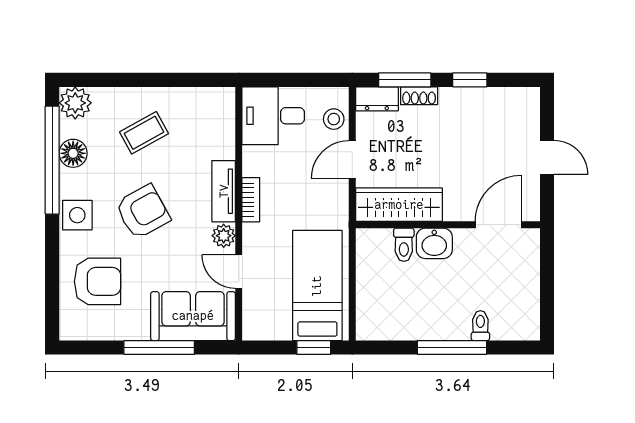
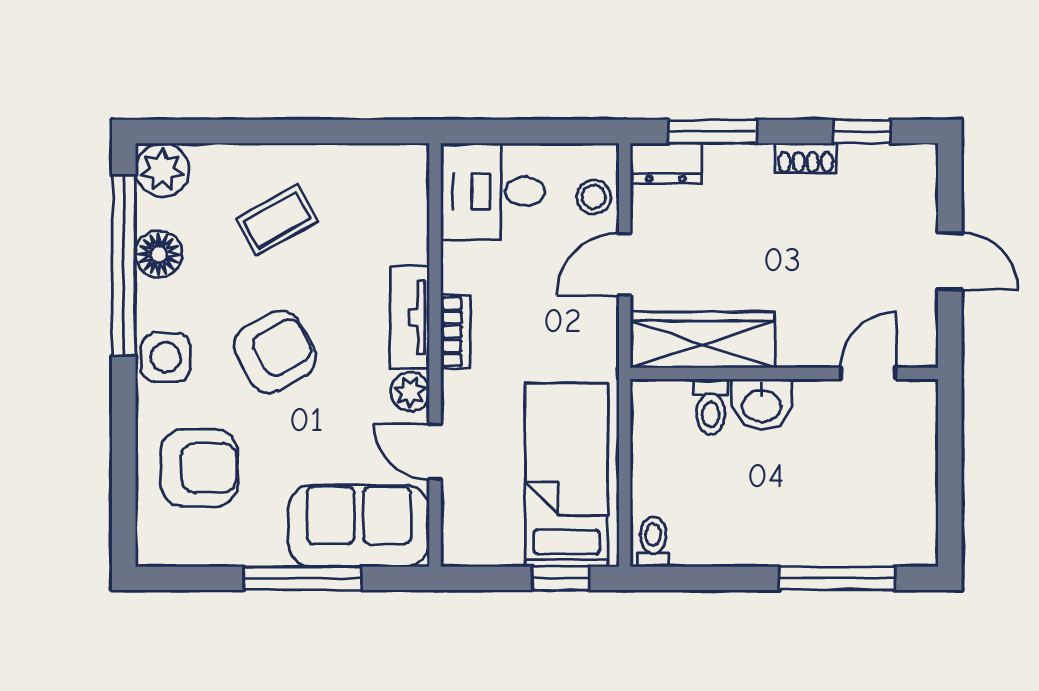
window: (470, 80) -> (862, 132), moved
shoe rack: (419, 96) -> (806, 158), moved
door: (498, 225) -> (868, 373), width x0.73
toilet: (480, 326) -> (653, 542), moved
window: (452, 347) -> (837, 578), moved

